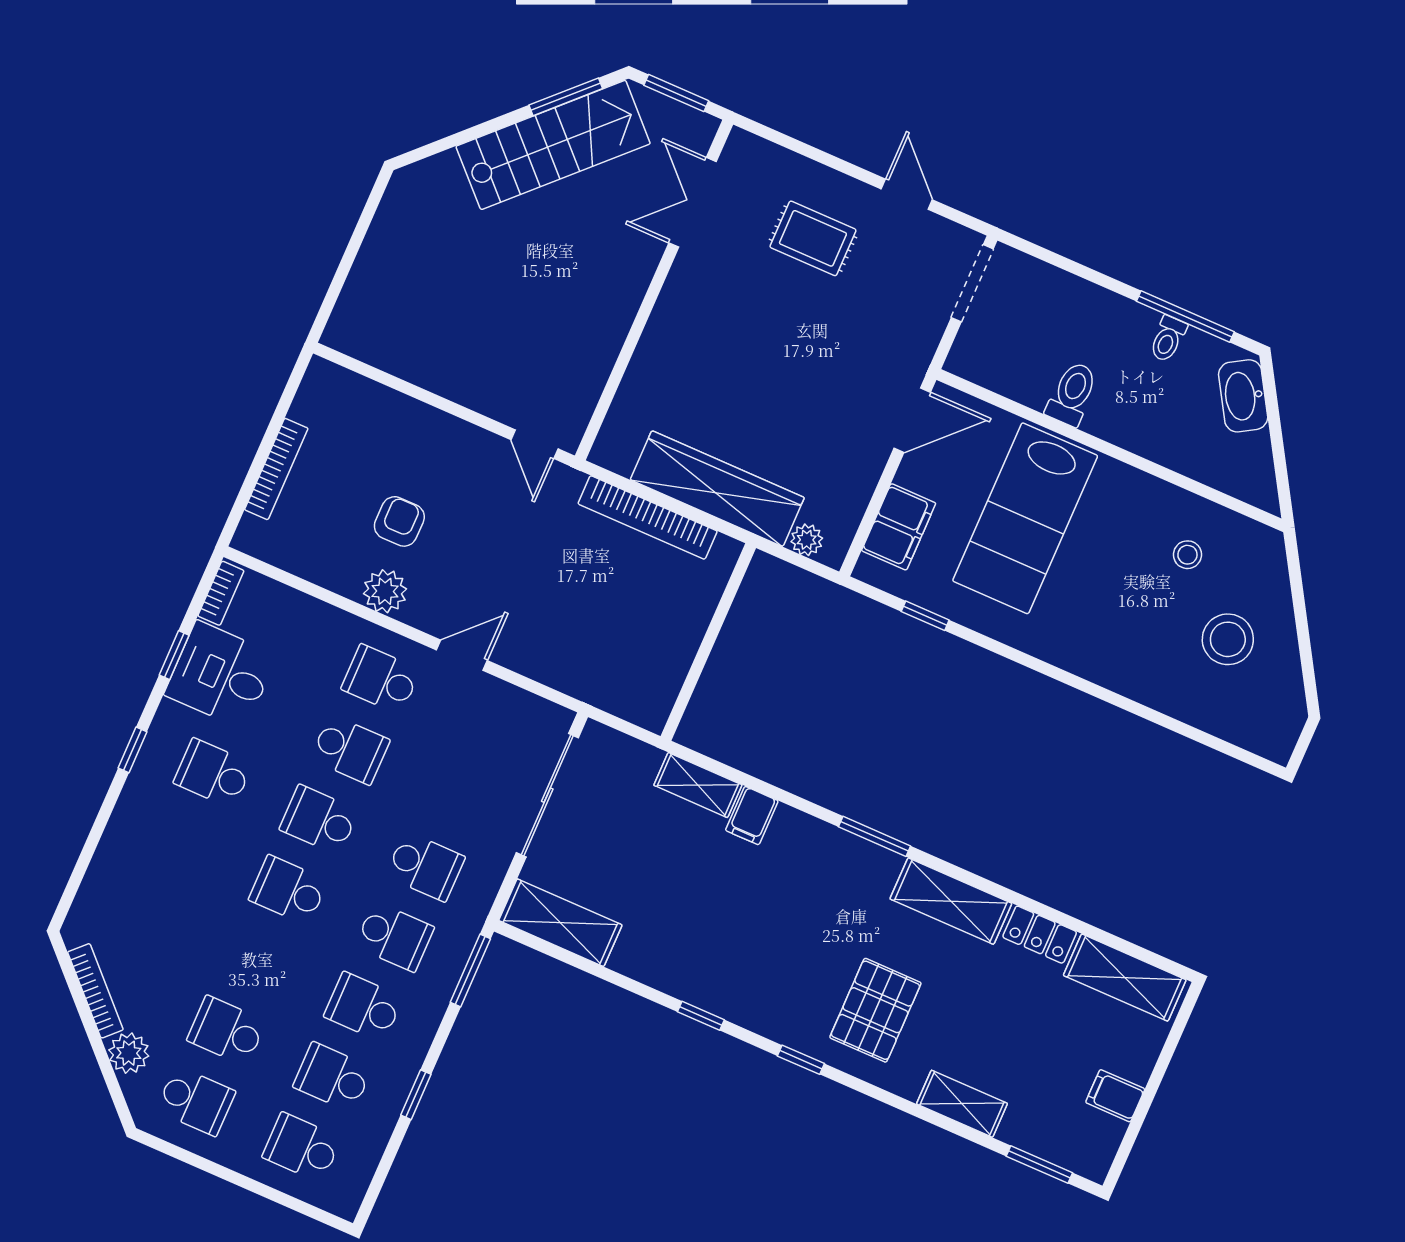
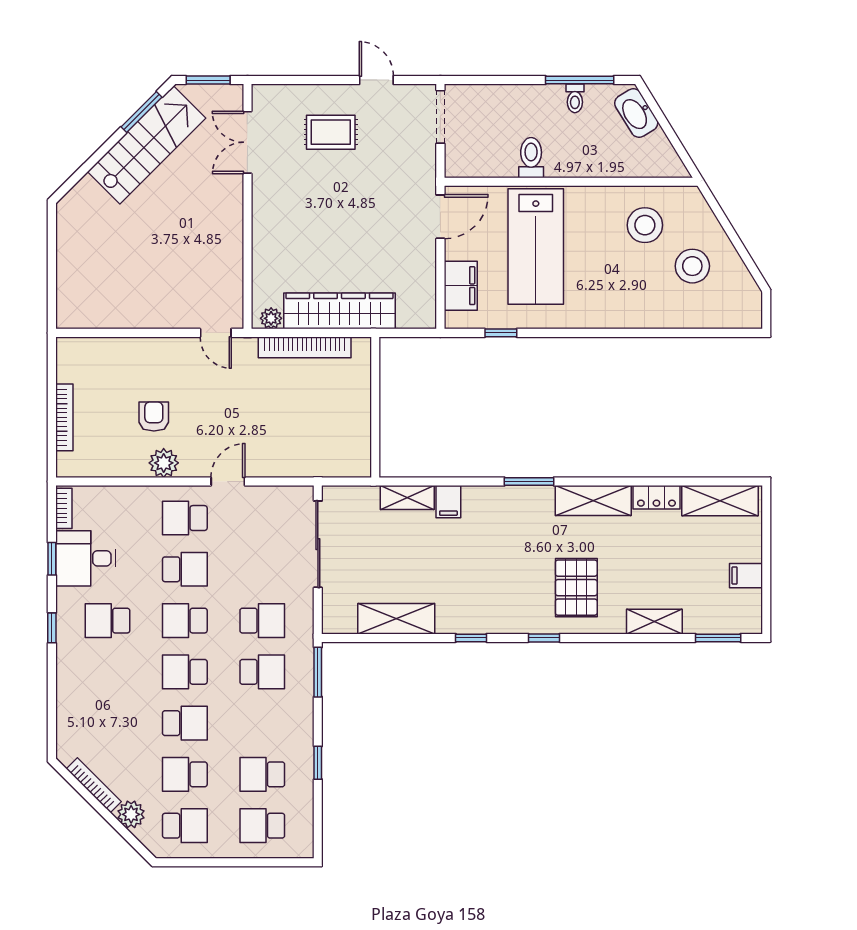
plant: (807, 540) -> (271, 318), moved
stool: (1187, 555) -> (645, 225), width x1.89, depth x1.89
shelving: (560, 923) -> (396, 619), moved
school desk: (364, 1007) -> (185, 723), moved, turned 180

